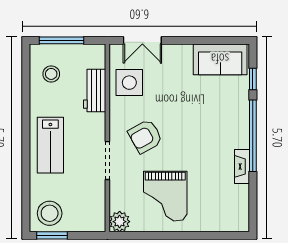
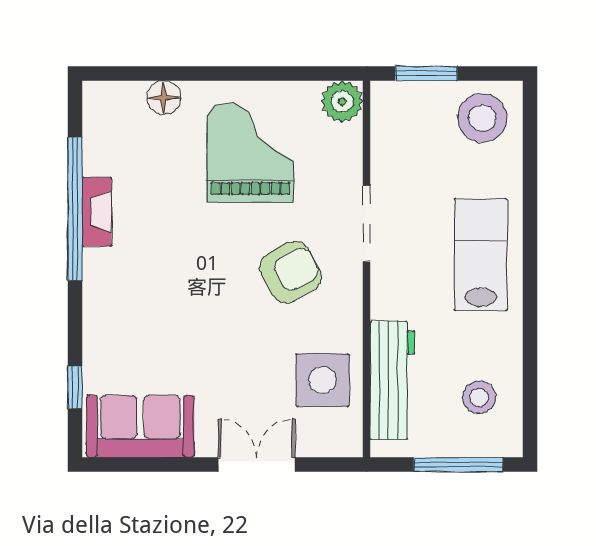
double door: (142, 40) -> (257, 465), moved
workbench: (95, 90) -> (392, 380), width x1.38
window: (253, 136) -> (75, 209), moved
floor lamp: (209, 223) -> (164, 98), added
window: (52, 235) -> (426, 73), moved

